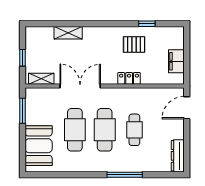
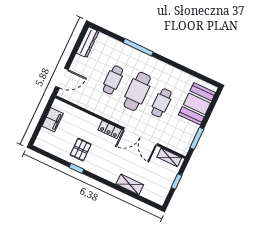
window: (147, 24) -> (77, 168), moved
pallet: (134, 45) -> (81, 150), turned 90
locker: (129, 78) -> (110, 130), moved
cafe table: (75, 130) -> (161, 103), width x0.73, depth x0.74

